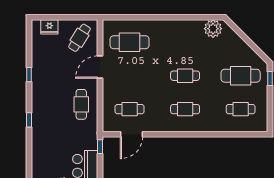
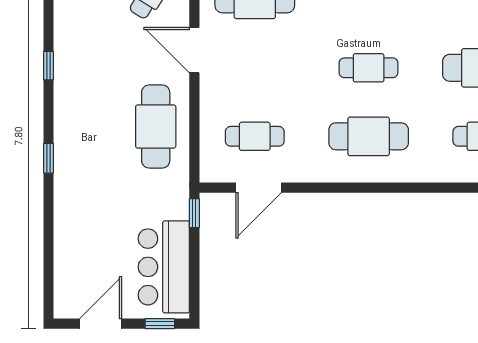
door: (100, 67) -> (194, 50), hinge flipped
cafe table: (81, 104) -> (156, 126), width x1.37, depth x1.35
cafe table: (185, 109) -> (369, 136), width x1.37, depth x1.35

